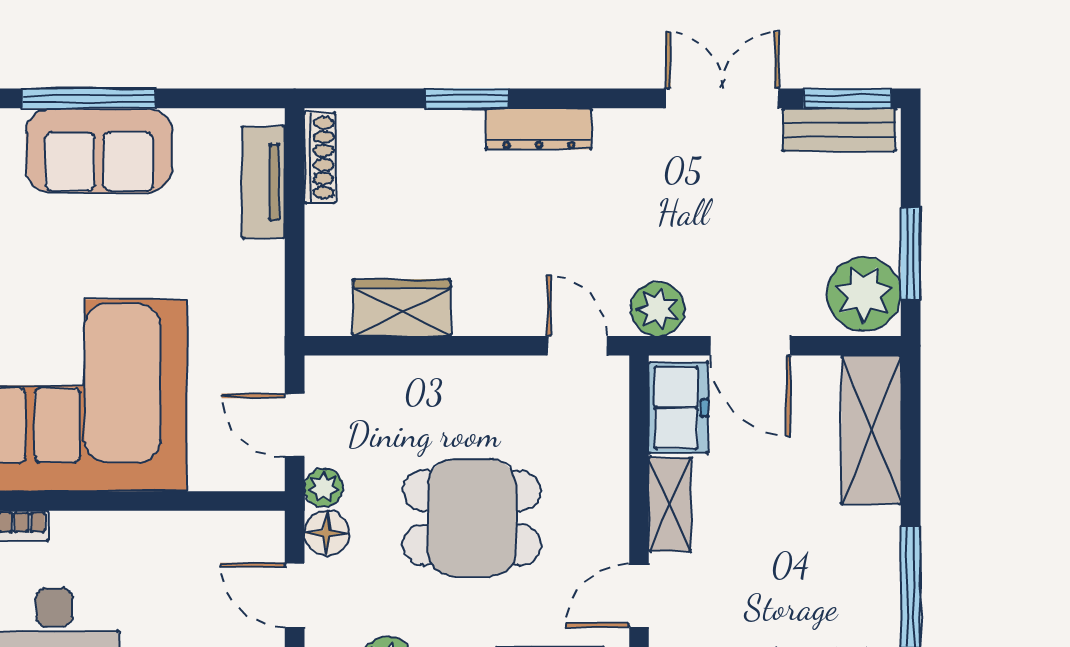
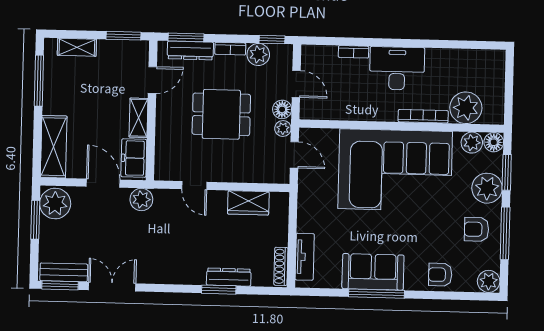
double door: (723, 98) -> (112, 287), swing flipped
dresser: (539, 129) -> (229, 277), moved
door: (577, 346) -> (194, 186), moved

